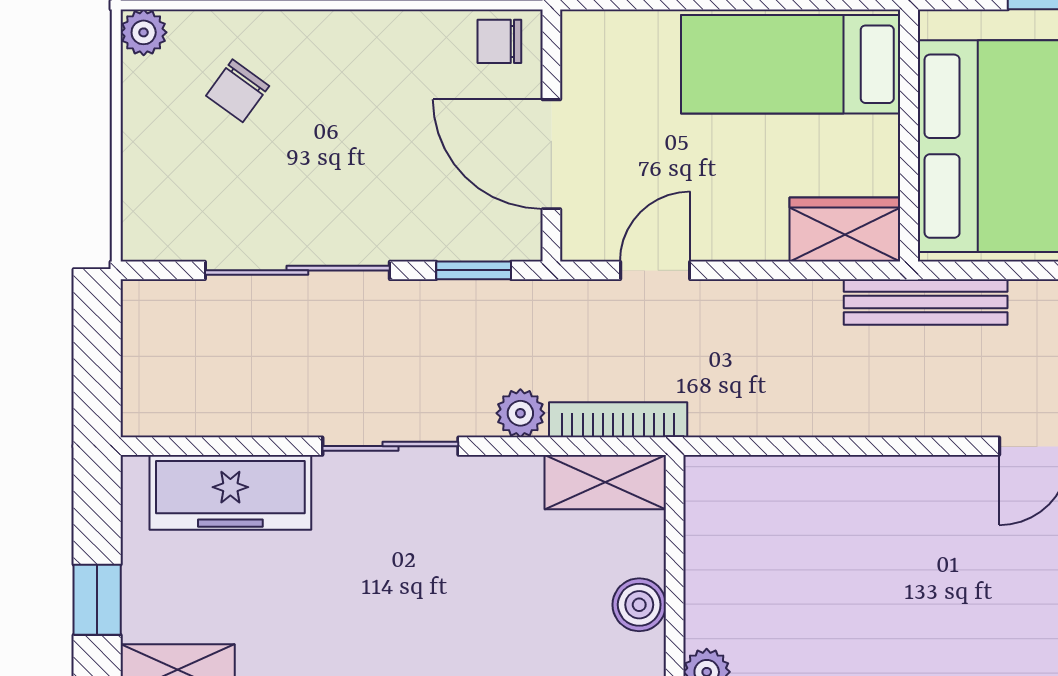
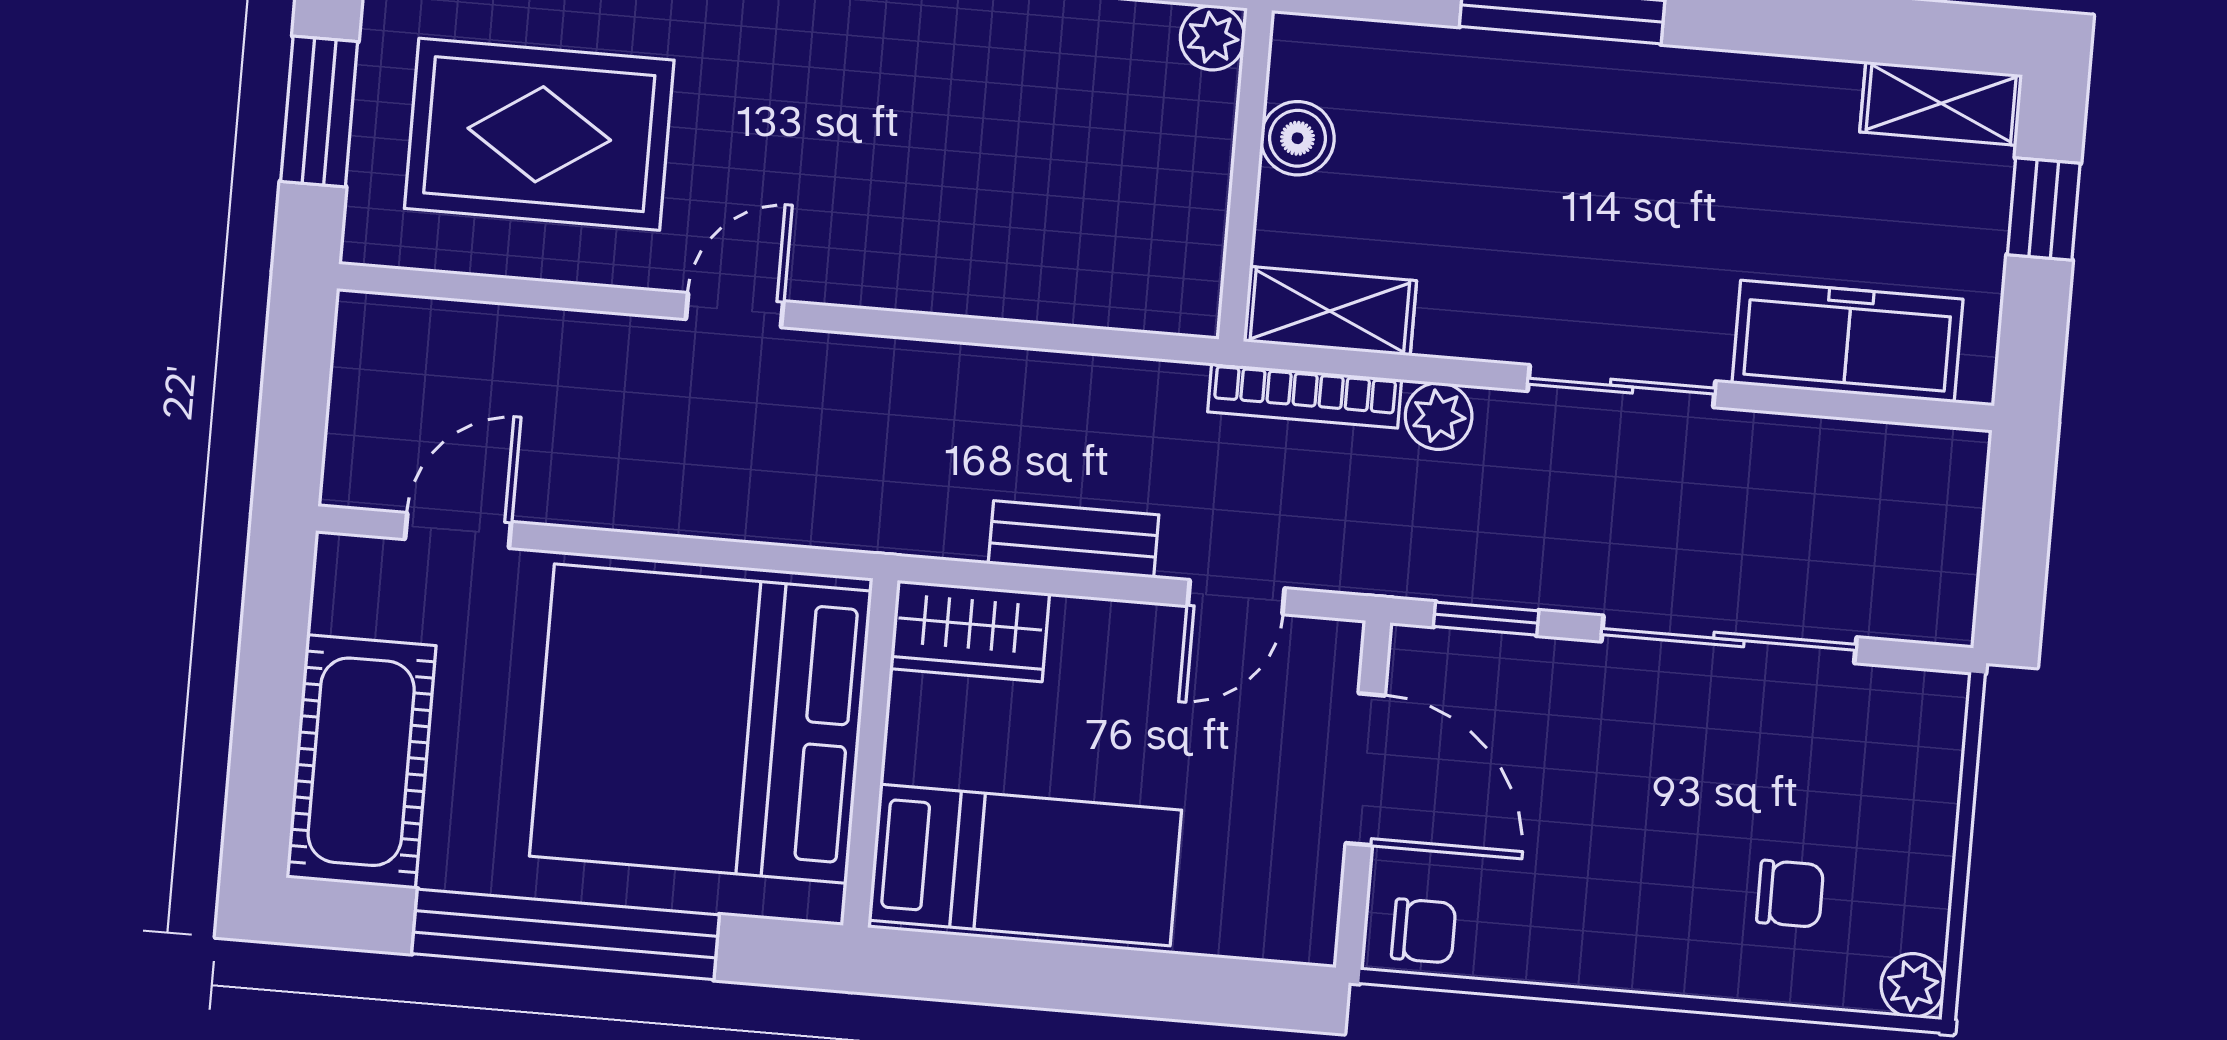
chair: (238, 91) -> (1790, 894), turned 54
bench: (926, 302) -> (1074, 539), moved, width x0.73

